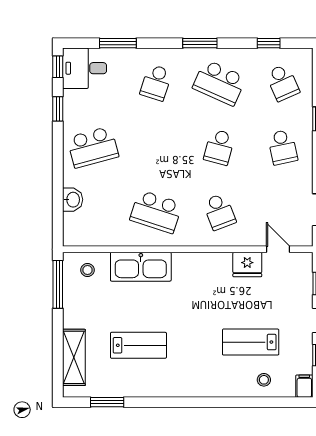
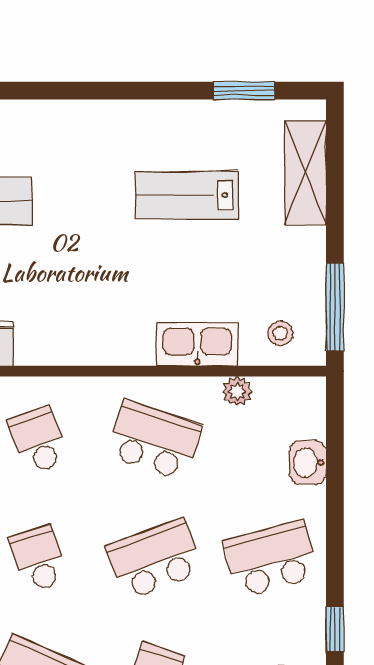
school desk: (156, 147) -> (154, 559), added
school desk: (219, 147) -> (38, 559), turned -33
plant: (111, 238) -> (237, 391), added
kitchen sink: (141, 267) -> (197, 344), width x0.73, depth x0.81

